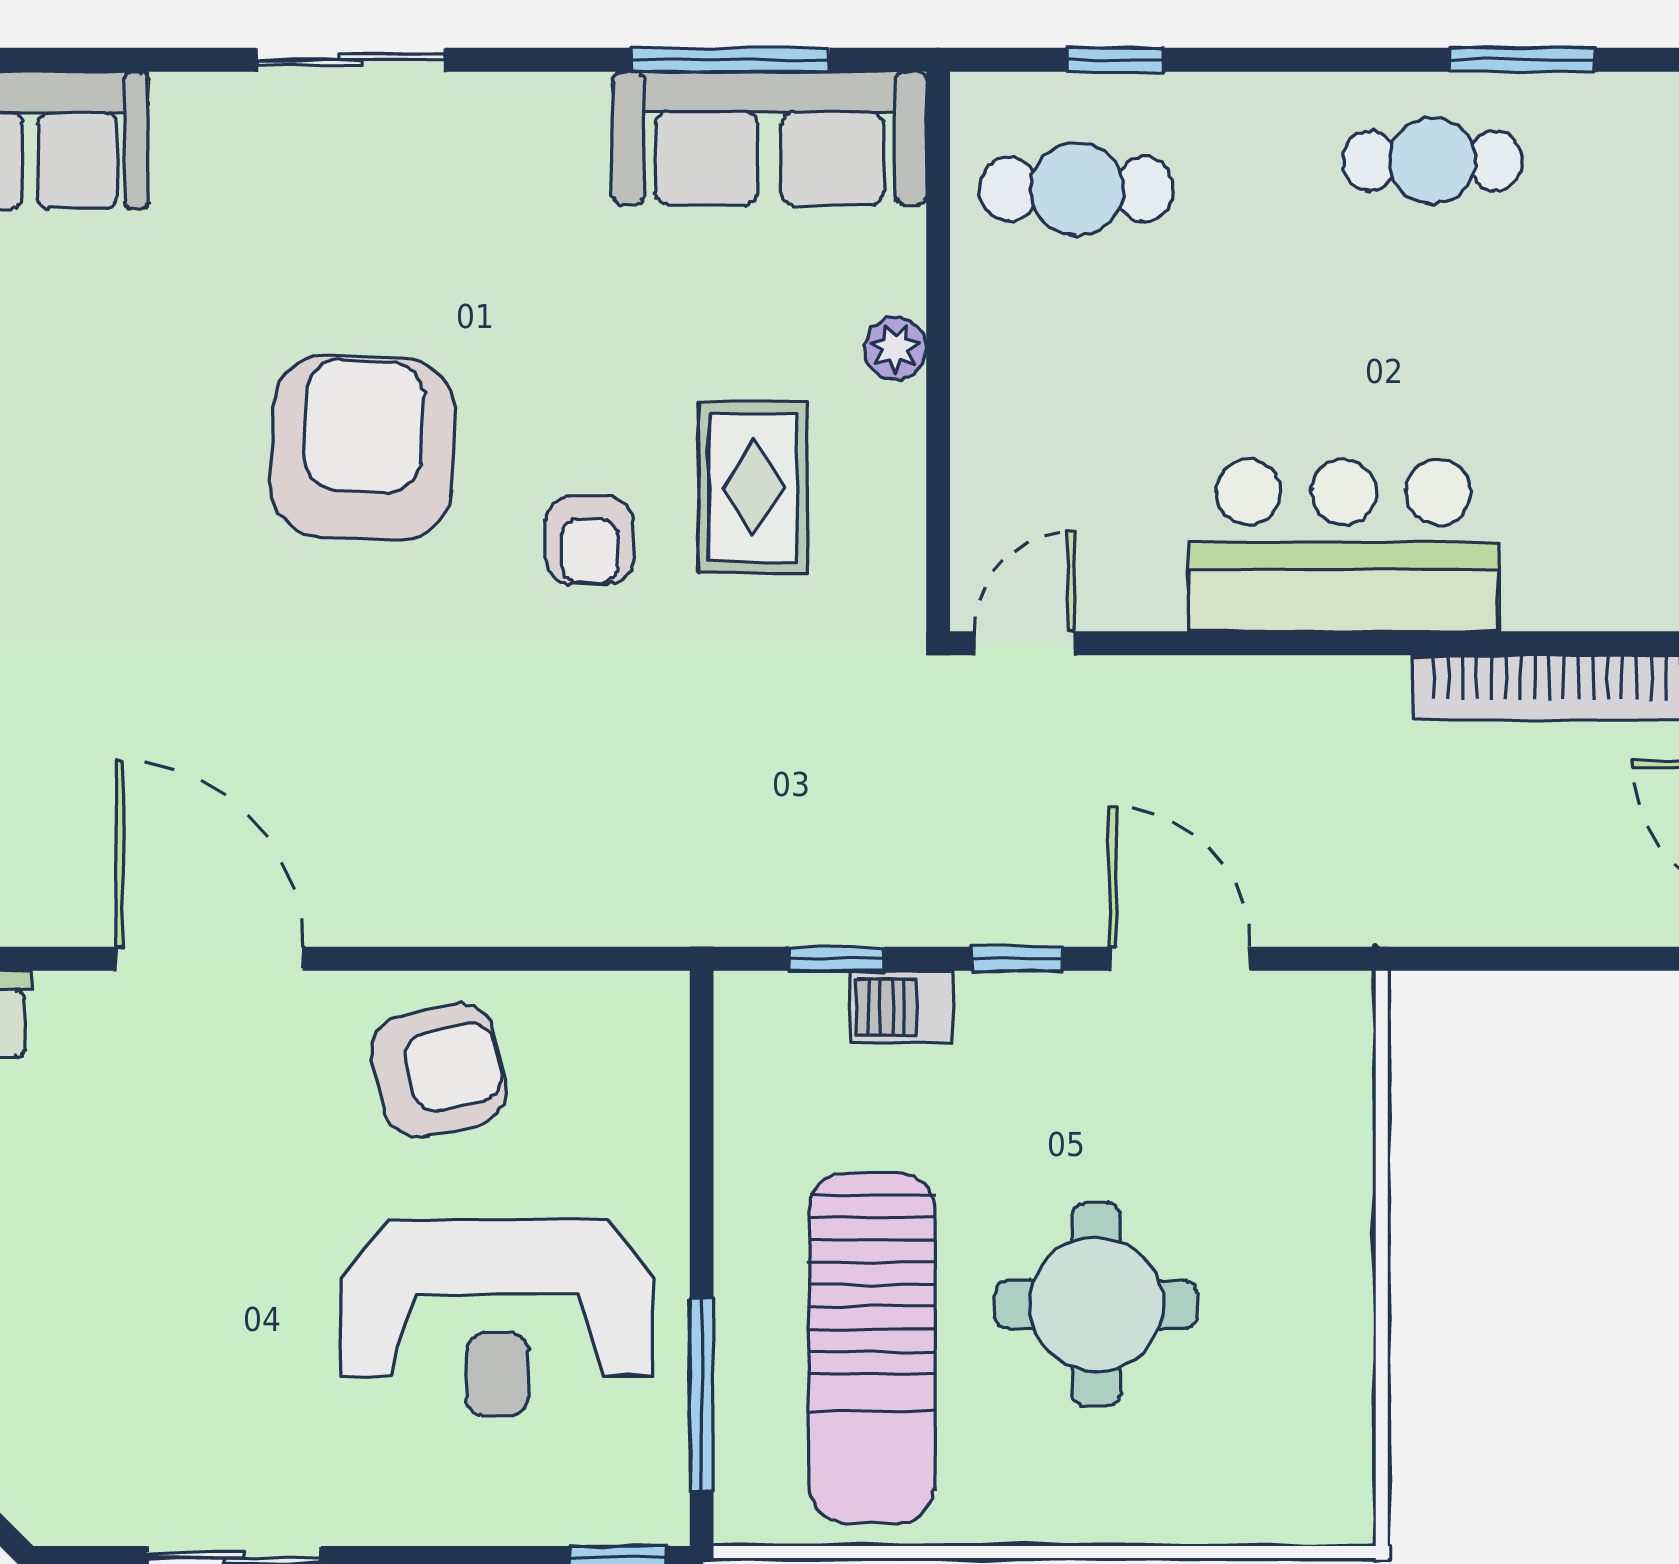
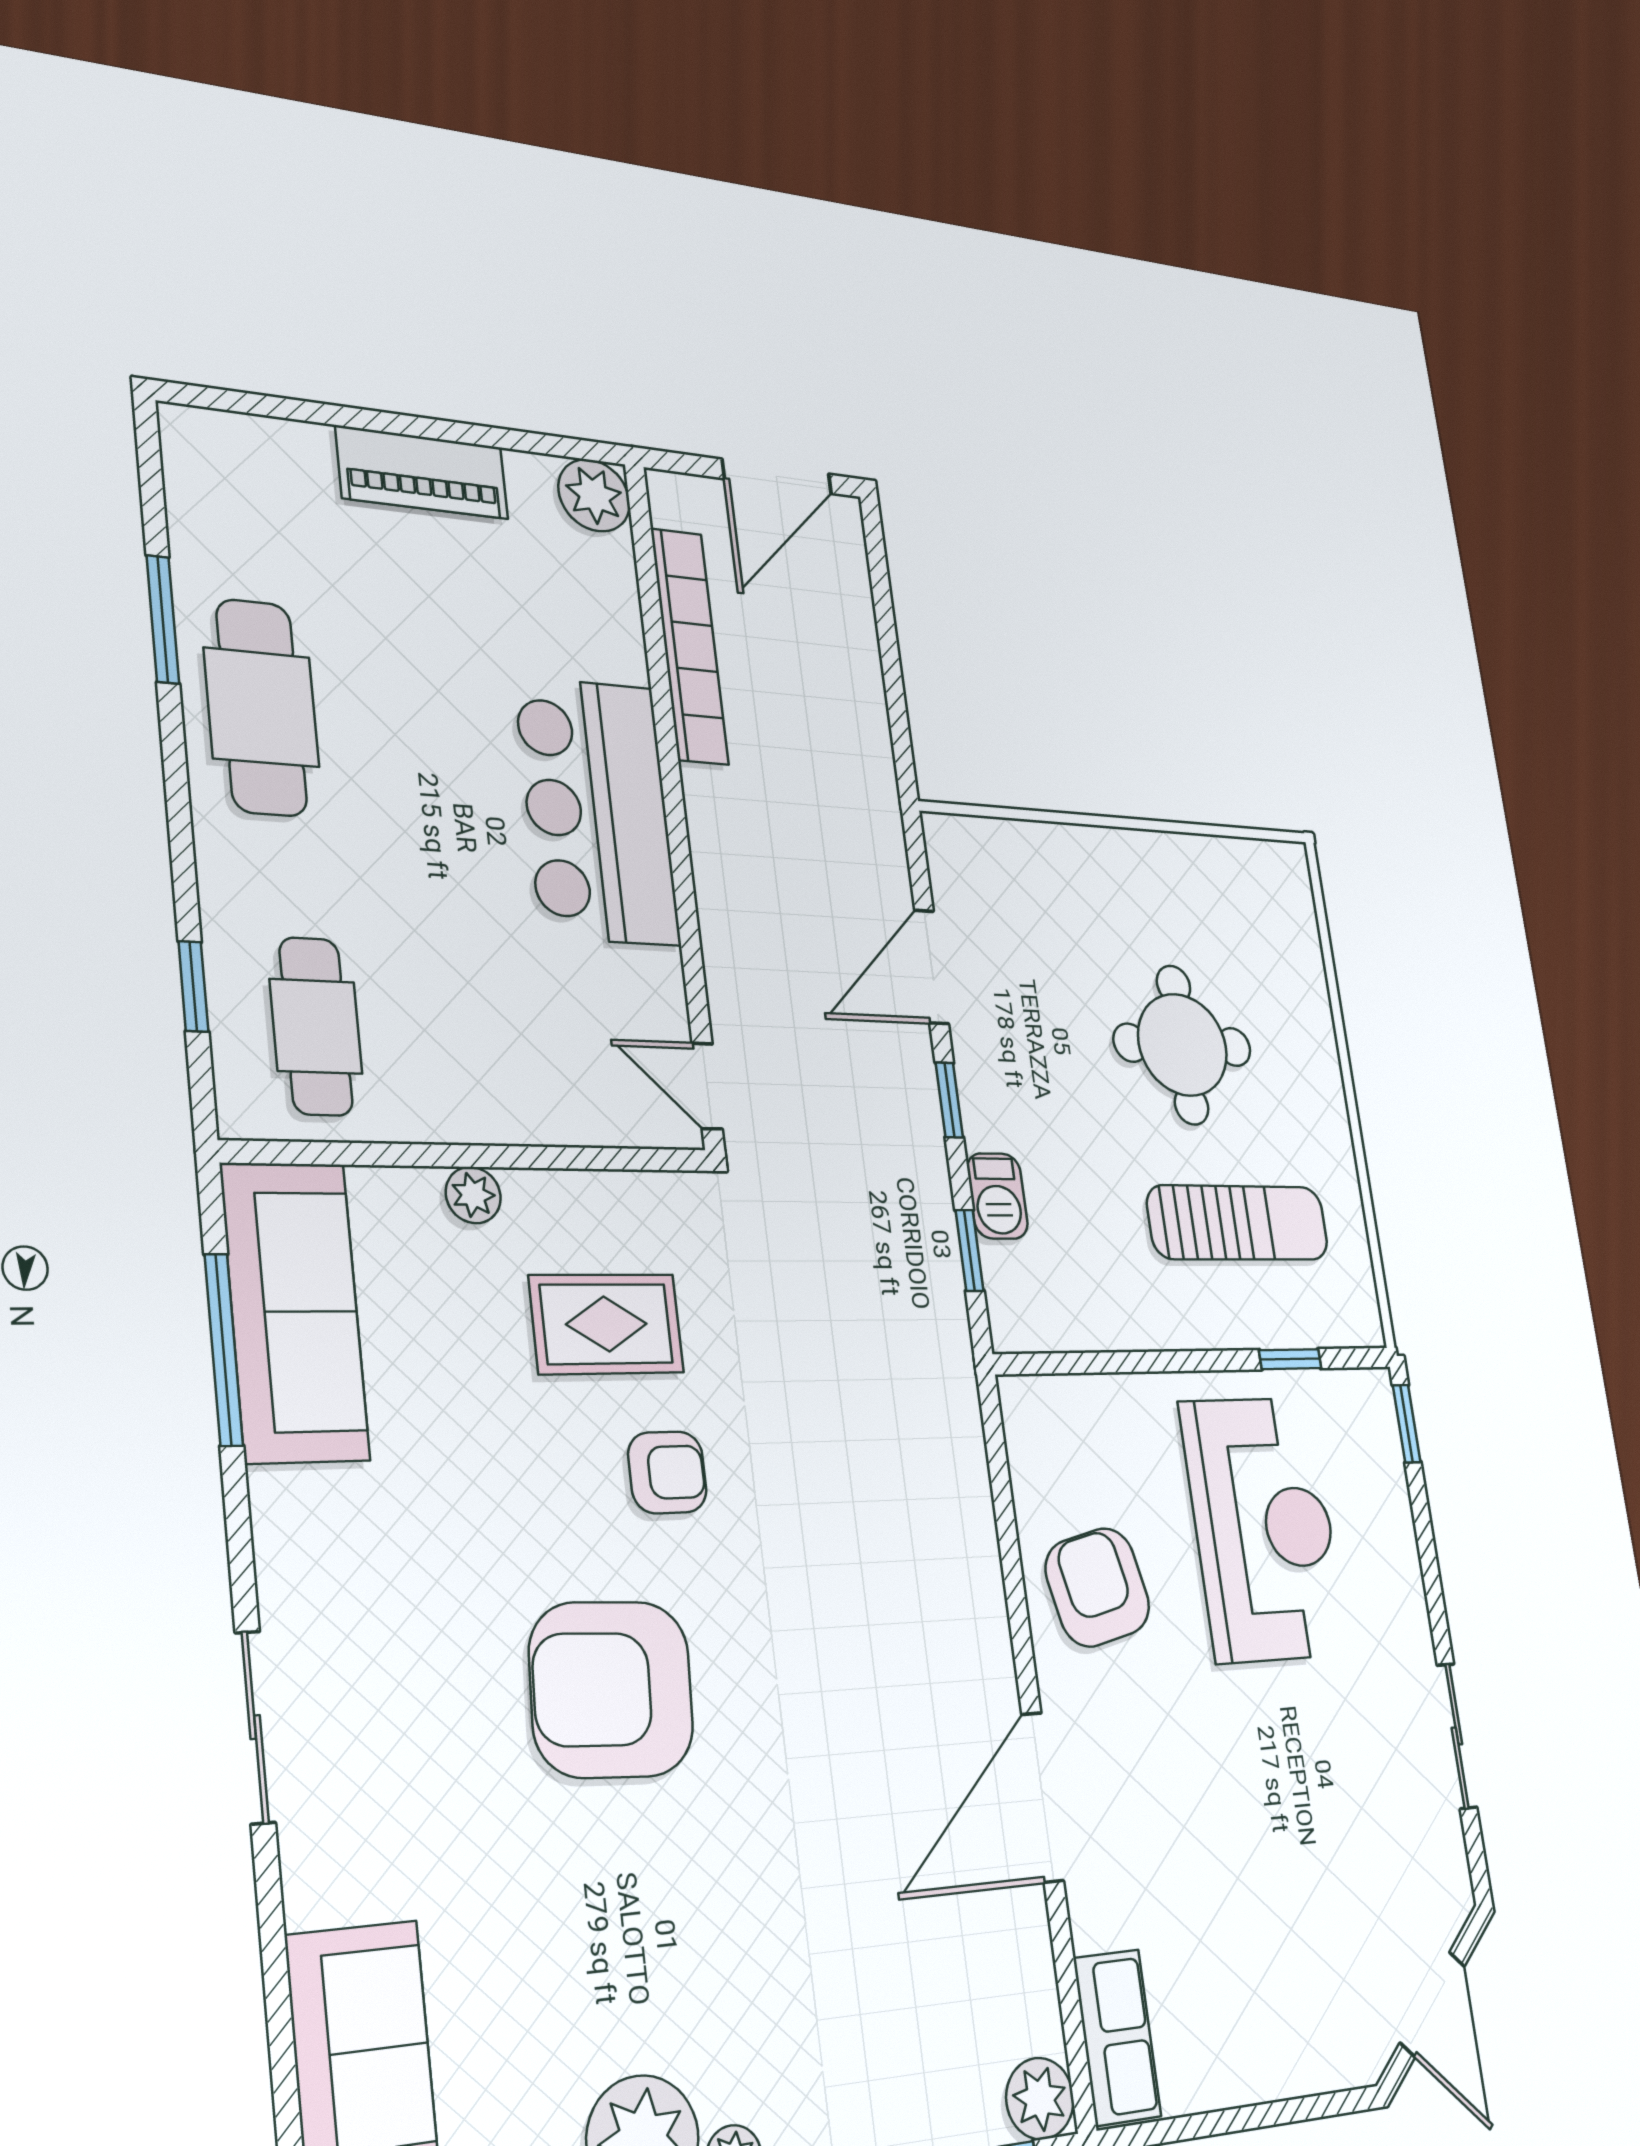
cafe table: (1432, 161) -> (262, 707), width x1.37, depth x1.35
sun lounger: (872, 1348) -> (1238, 1223), width x0.73, depth x0.75
window: (702, 1395) -> (1290, 1359), width x0.46

